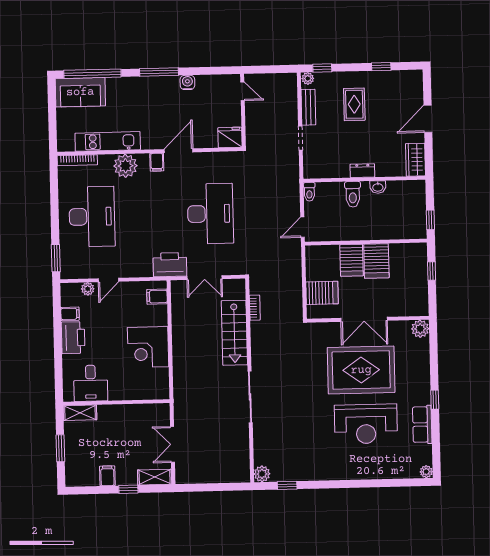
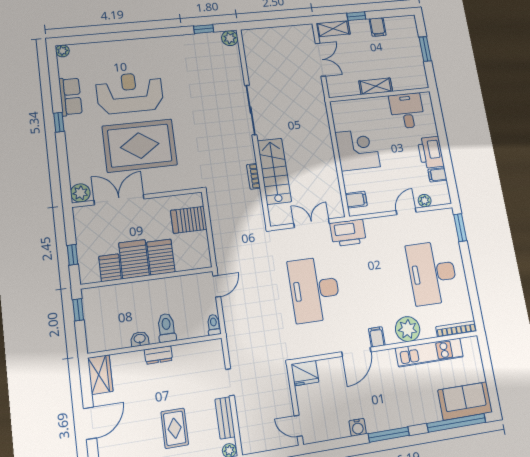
server rack: (399, 255) -> (110, 268), added
bookcase: (255, 308) -> (253, 176), moved
double door: (364, 319) -> (119, 200), moved
shelving: (80, 413) -> (376, 86), moved

